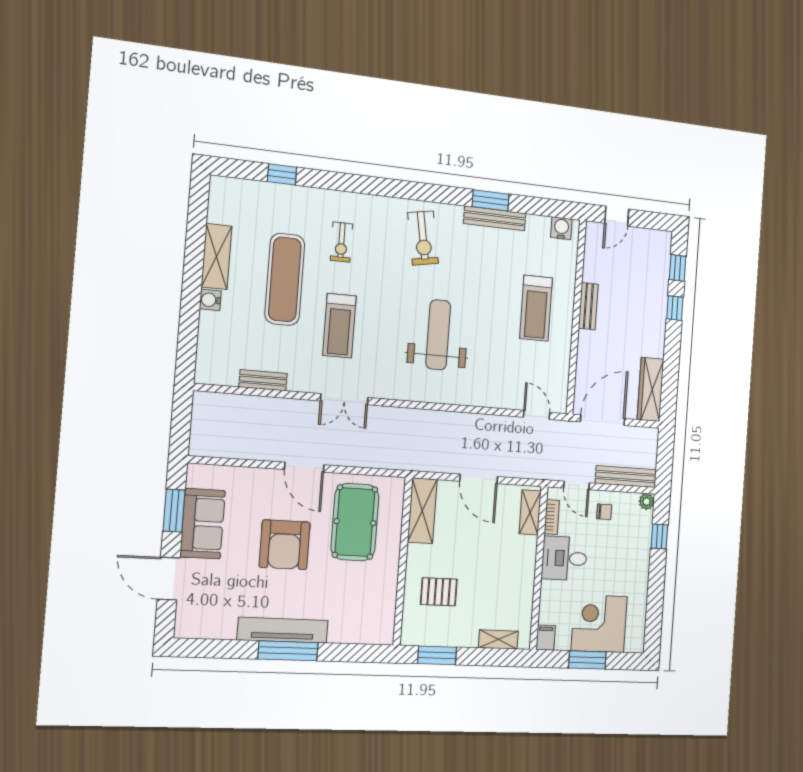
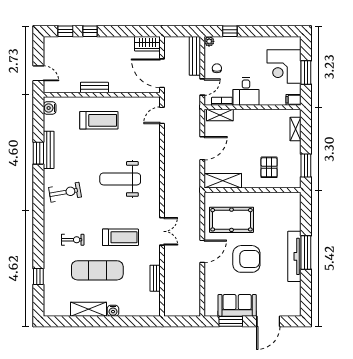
wardrobe: (650, 389) -> (147, 44), width x0.67

